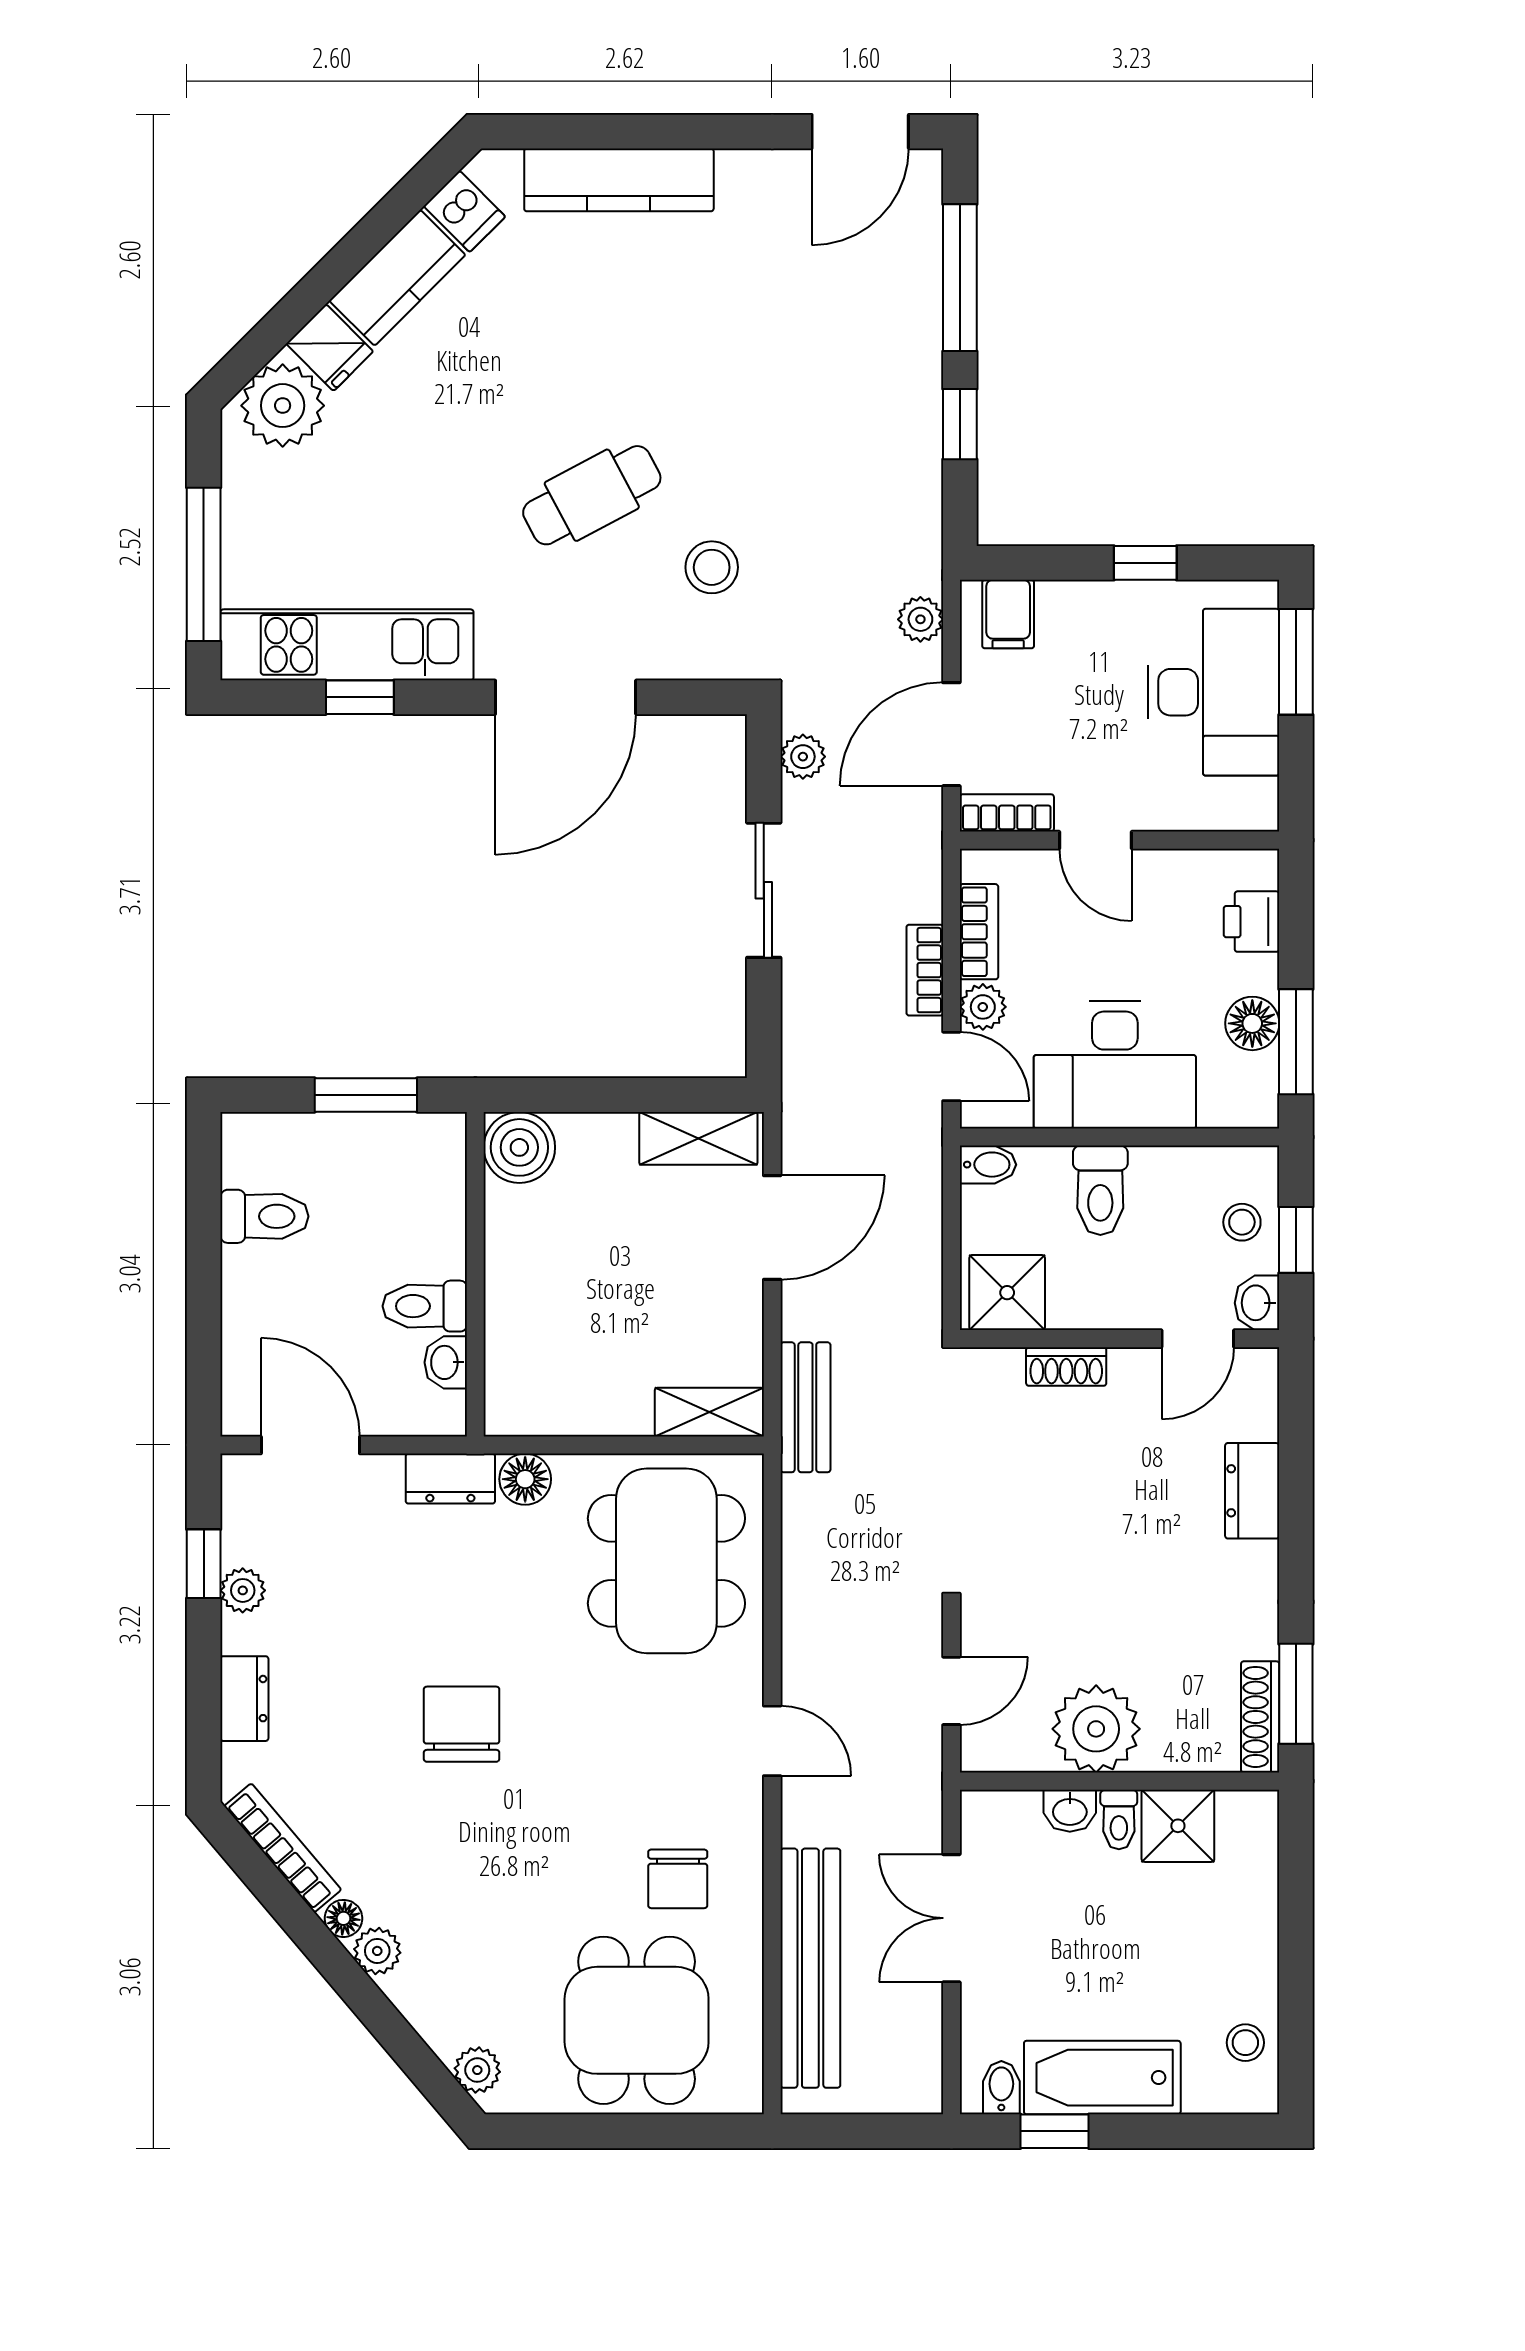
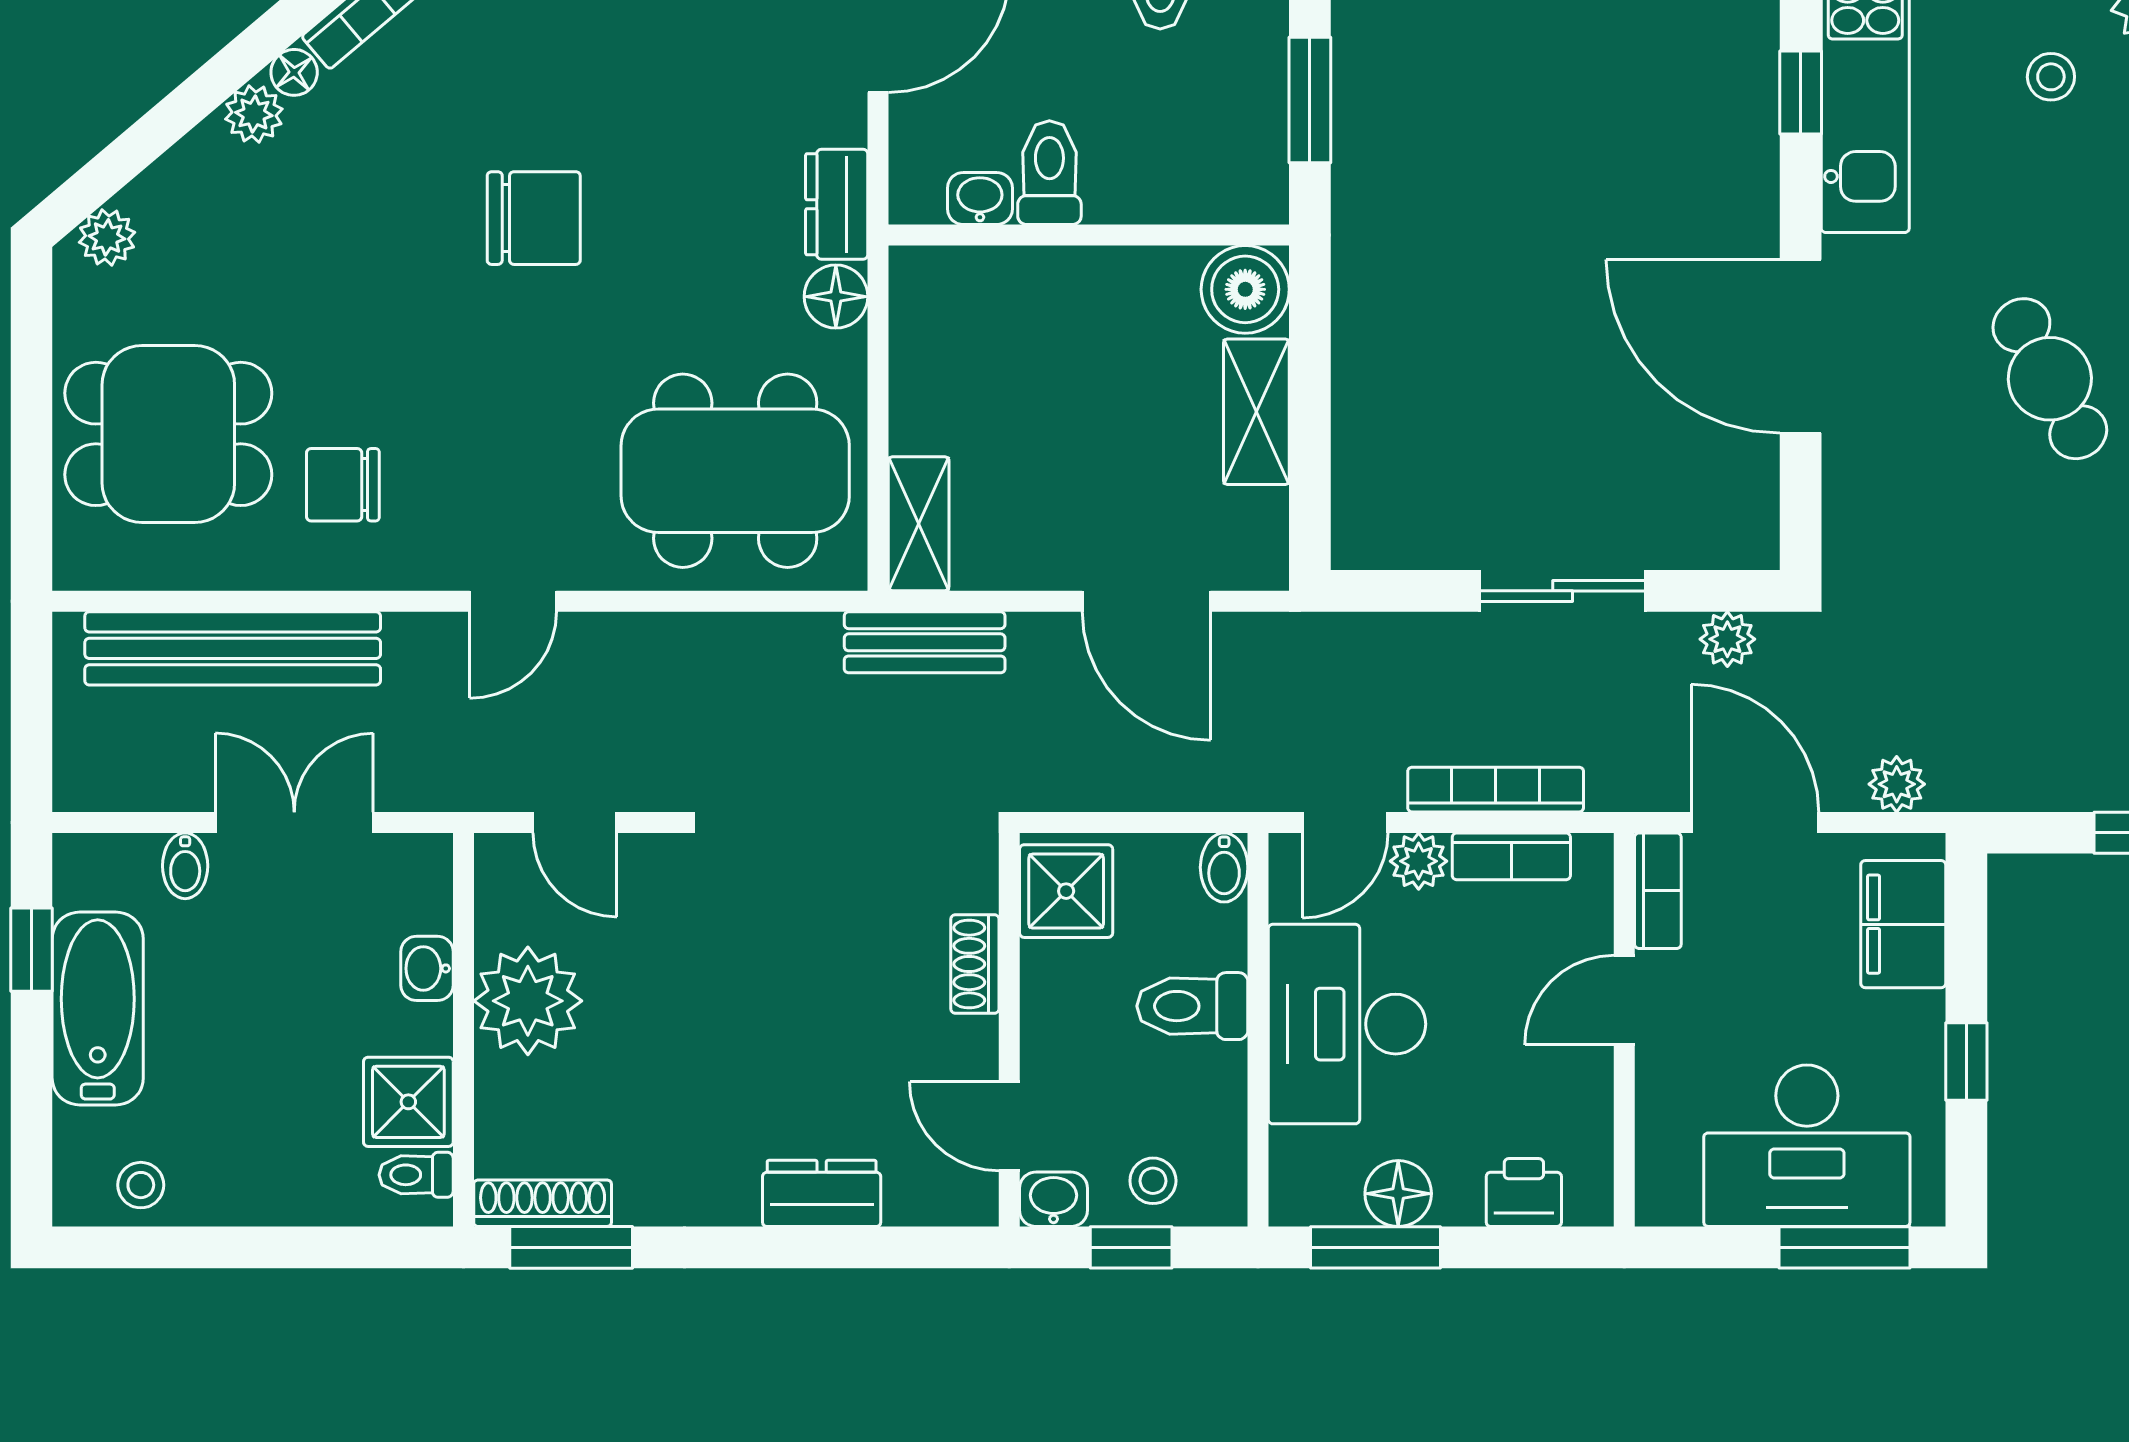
stool: (712, 567) -> (2051, 77), moved, width x0.73, depth x0.73
filing cabinet: (1008, 614) -> (1903, 924), width x2.00
bookcase: (925, 970) -> (1496, 790), width x1.56
shelving: (698, 1138) -> (1256, 412), moved
toilet: (1119, 1820) -> (416, 1175), moved
bidet: (1001, 2088) -> (185, 866), moved, turned 90

